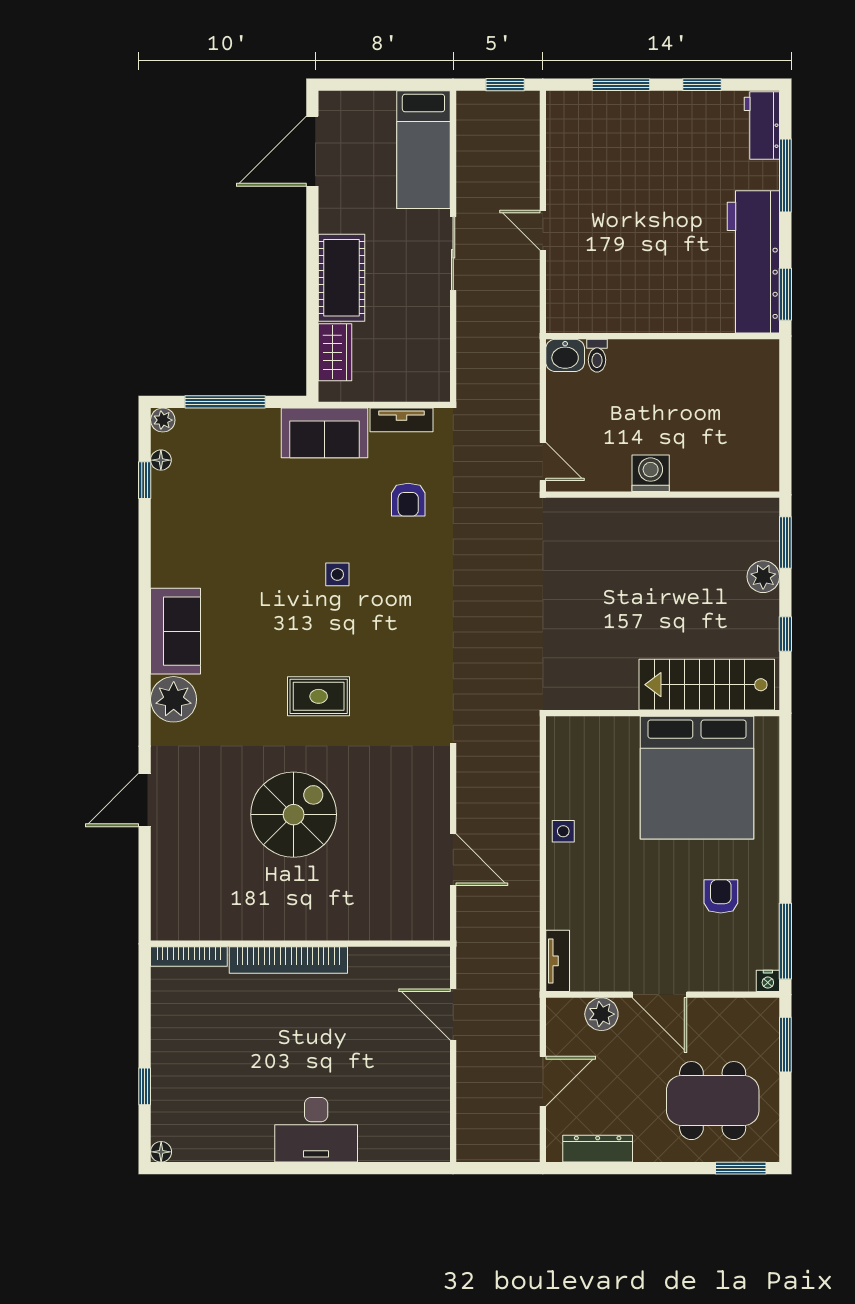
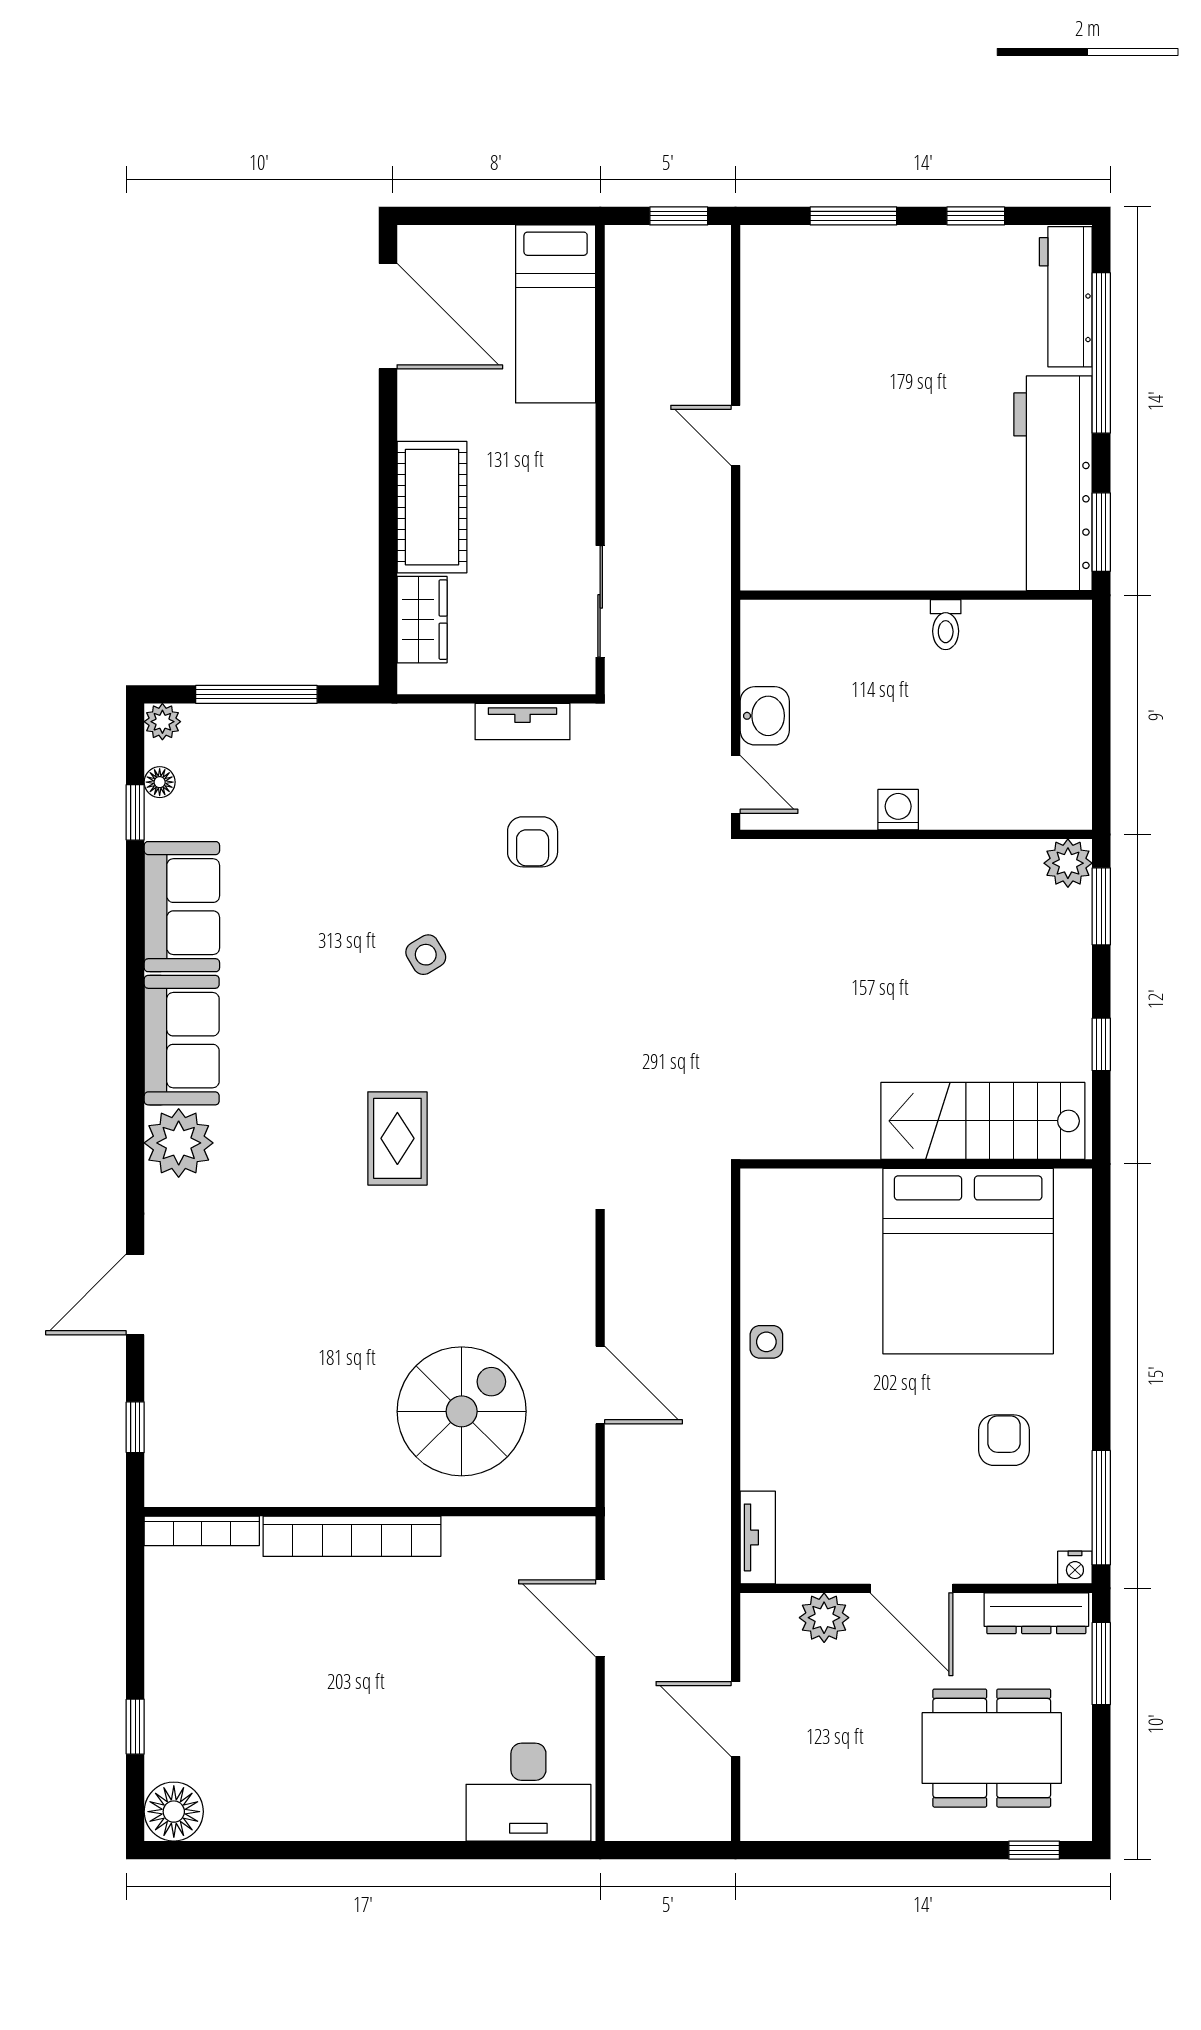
workbench: (762, 126) -> (1066, 297), width x1.38
door: (312, 151) -> (388, 316), swing flipped
window: (785, 175) -> (1101, 353), width x1.46
sliding door: (453, 254) -> (600, 601), moved
washbasin: (565, 355) -> (765, 716), moved, turned -90
toilet: (597, 356) -> (946, 625), moved
sofa: (324, 433) -> (182, 907), moved, turned -90
washing machine: (651, 473) -> (898, 810), width x0.73, depth x0.73
side table: (337, 574) -> (426, 955), turned -31
plant: (763, 577) -> (1068, 863), moved
rug: (319, 696) -> (397, 1138), turned 90
spiral stairs: (294, 815) -> (462, 1411), moved
window: (145, 888) -> (135, 1427), added
door: (543, 1081) -> (736, 1719), swing flipped
desk: (316, 1130) -> (528, 1792), moved
dresser: (598, 1149) -> (1036, 1613), moved, turned 180
floor lamp: (161, 1152) -> (174, 1812), width x1.89, depth x1.89
window: (741, 1168) -> (1034, 1850), width x0.67

